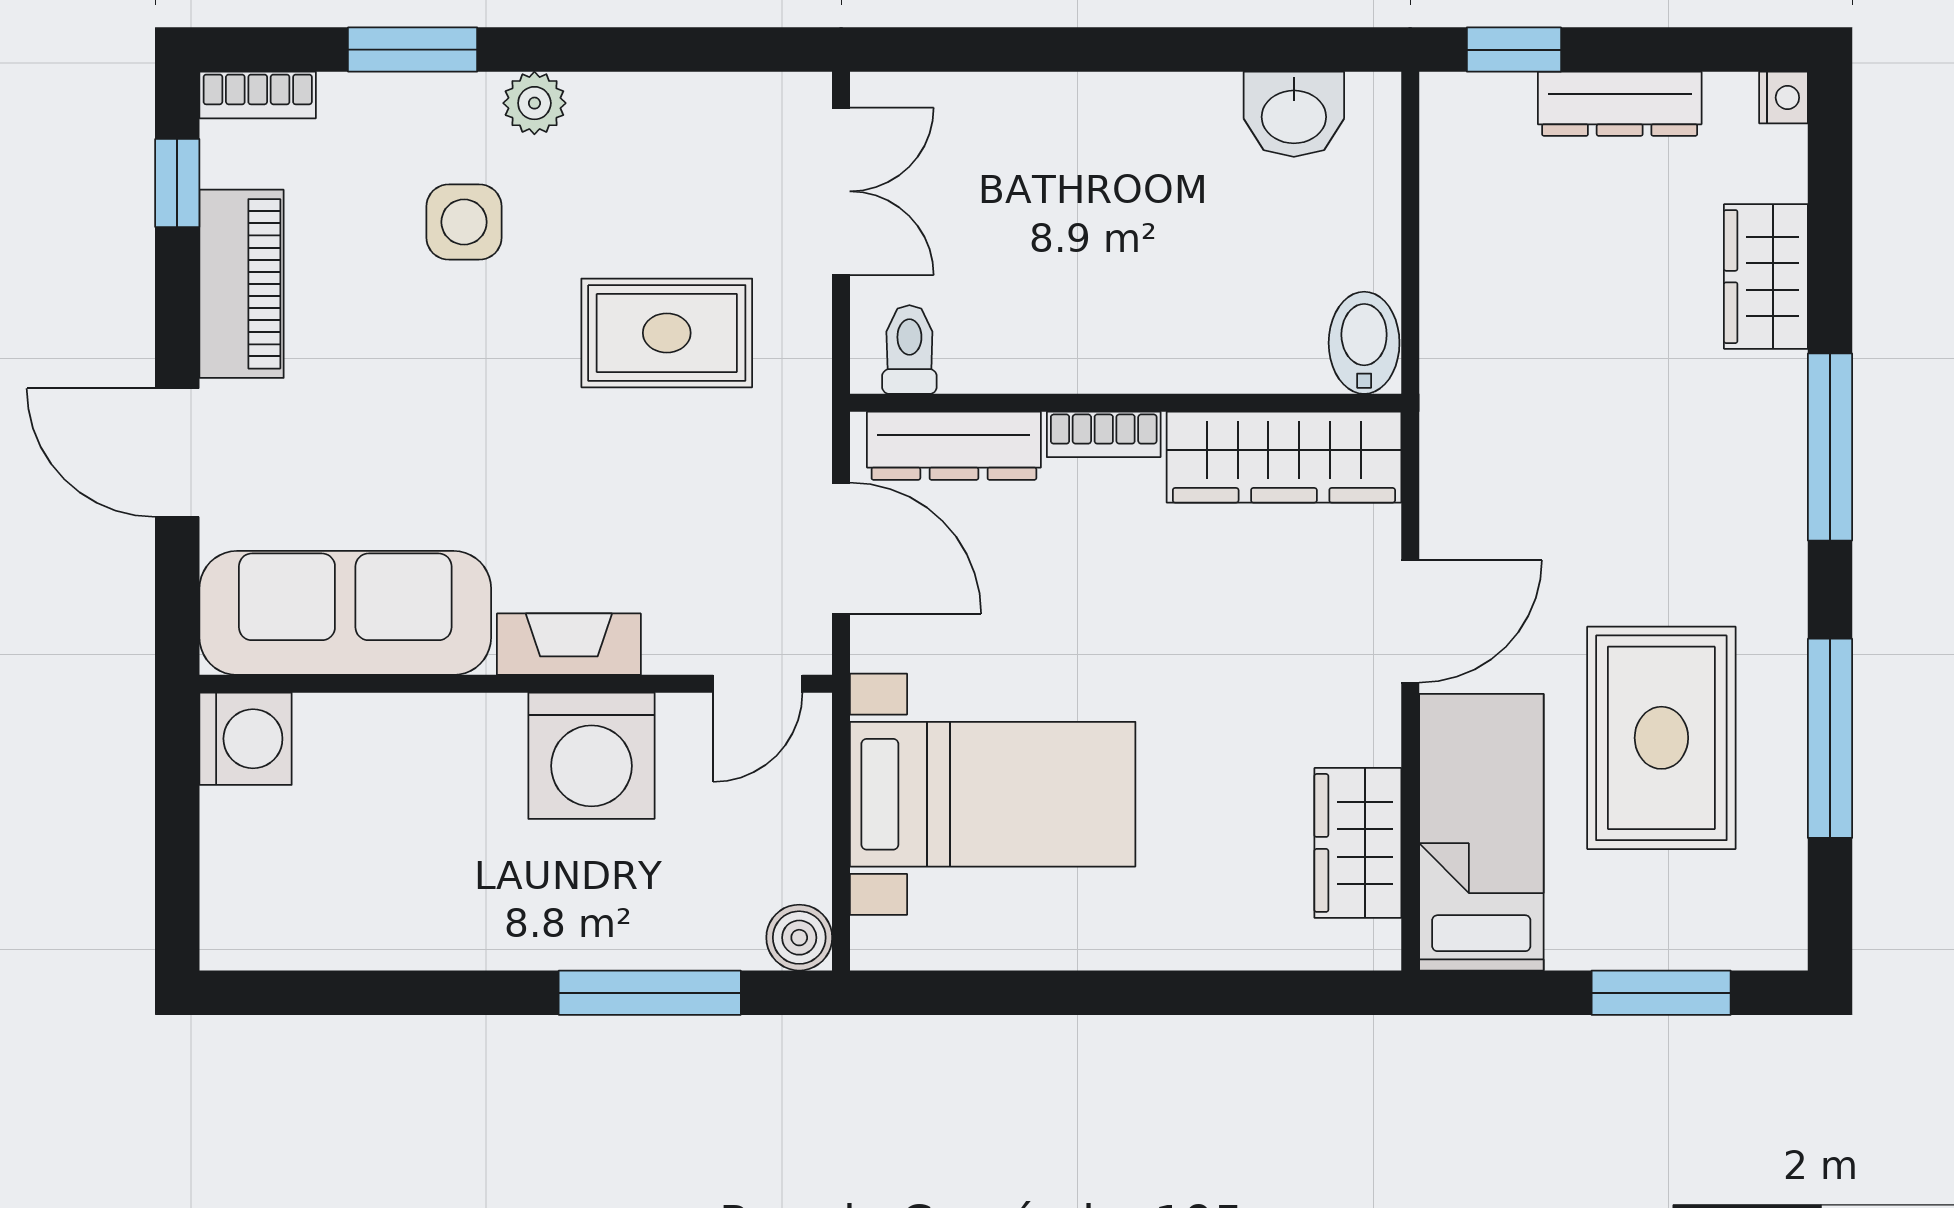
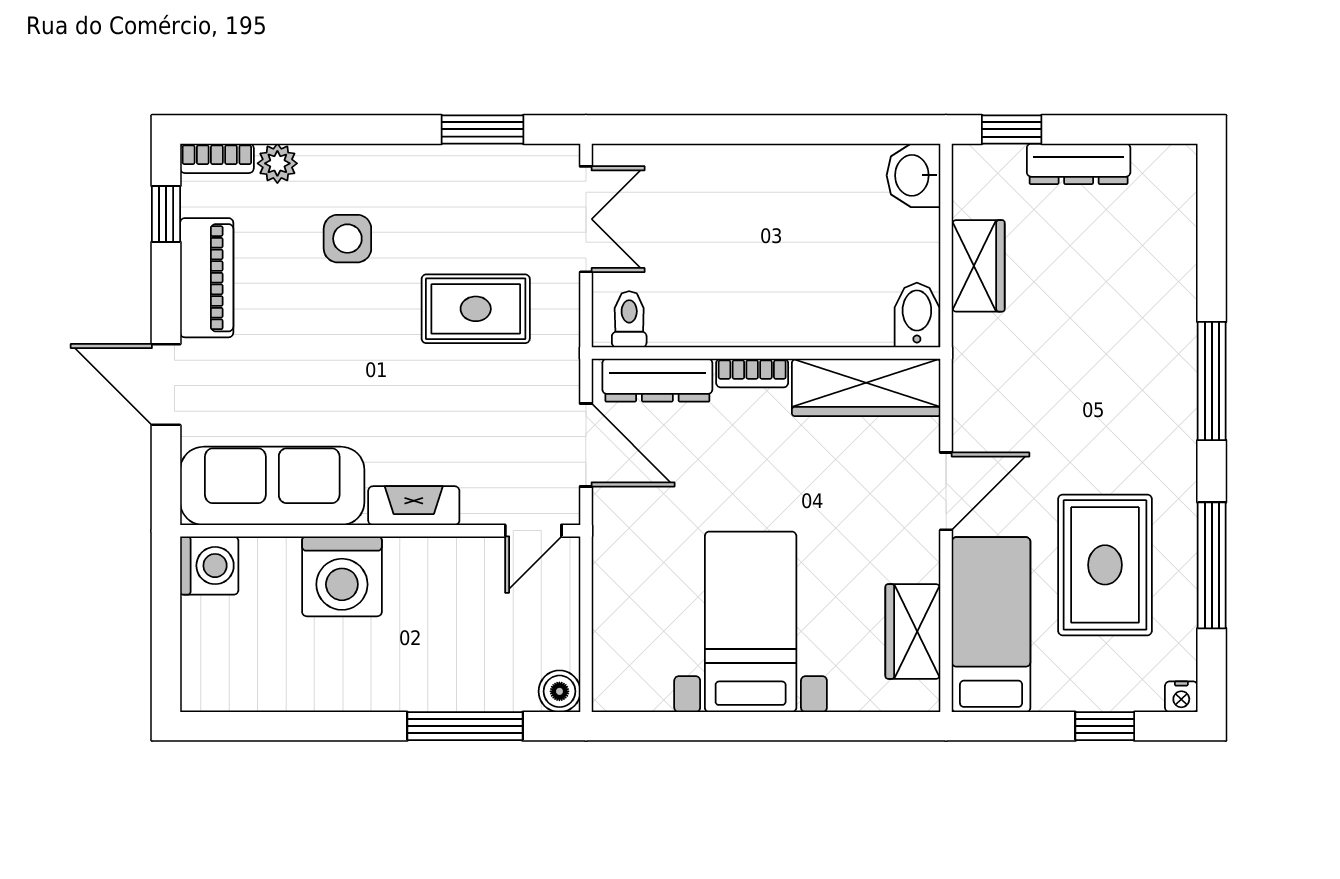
window: (413, 50) -> (482, 129), moved
nightstand: (1783, 98) -> (1181, 697), moved, turned 90
plant: (534, 103) -> (277, 163), moved
washbasin: (1294, 114) -> (913, 175), moved, turned 90
wardrobe: (1766, 277) -> (978, 266), moved, turned 180
washing machine: (591, 756) -> (342, 576), moved
bed with nightstands: (993, 794) -> (751, 622), moved, turned -90
window: (1661, 993) -> (1105, 726), width x0.67

